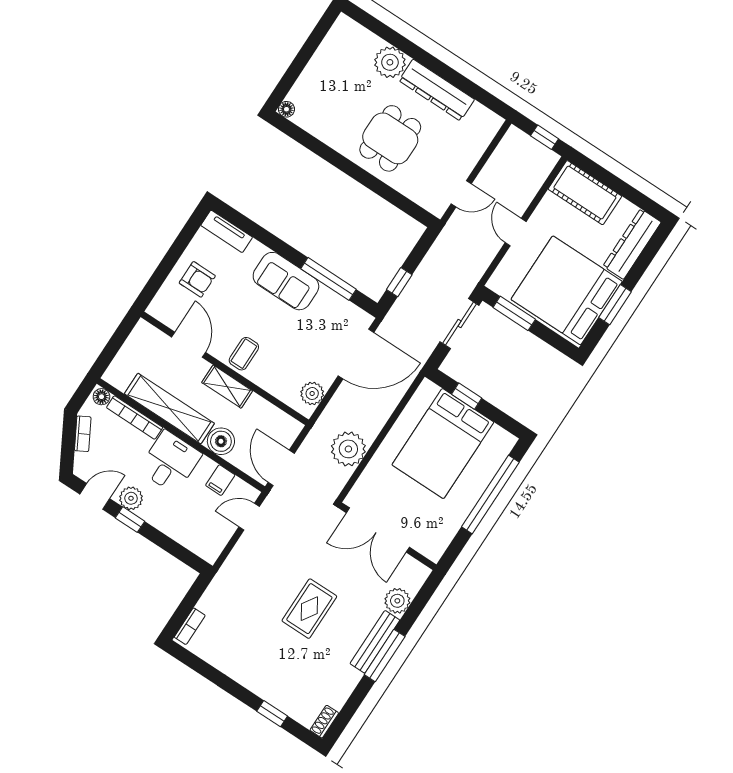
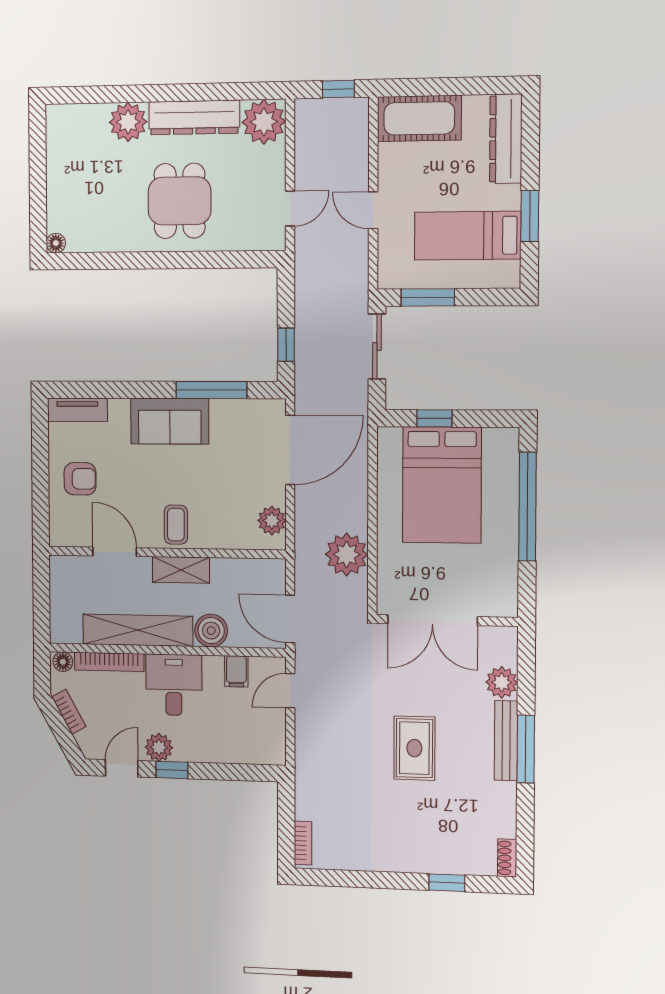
plant: (481, 125) -> (264, 122), added
bed: (567, 290) -> (468, 236), width x0.49

